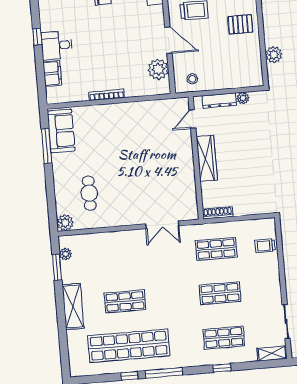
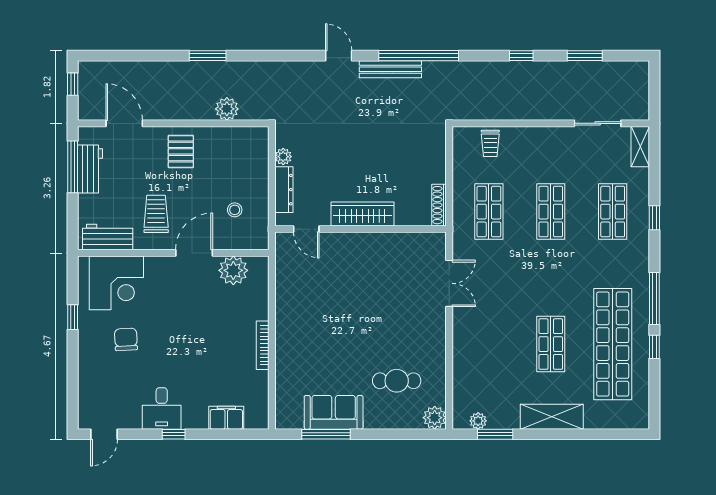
desk: (57, 45) -> (162, 408), moved
stool: (192, 79) -> (235, 210), moved
sofa: (61, 131) -> (334, 412), moved

